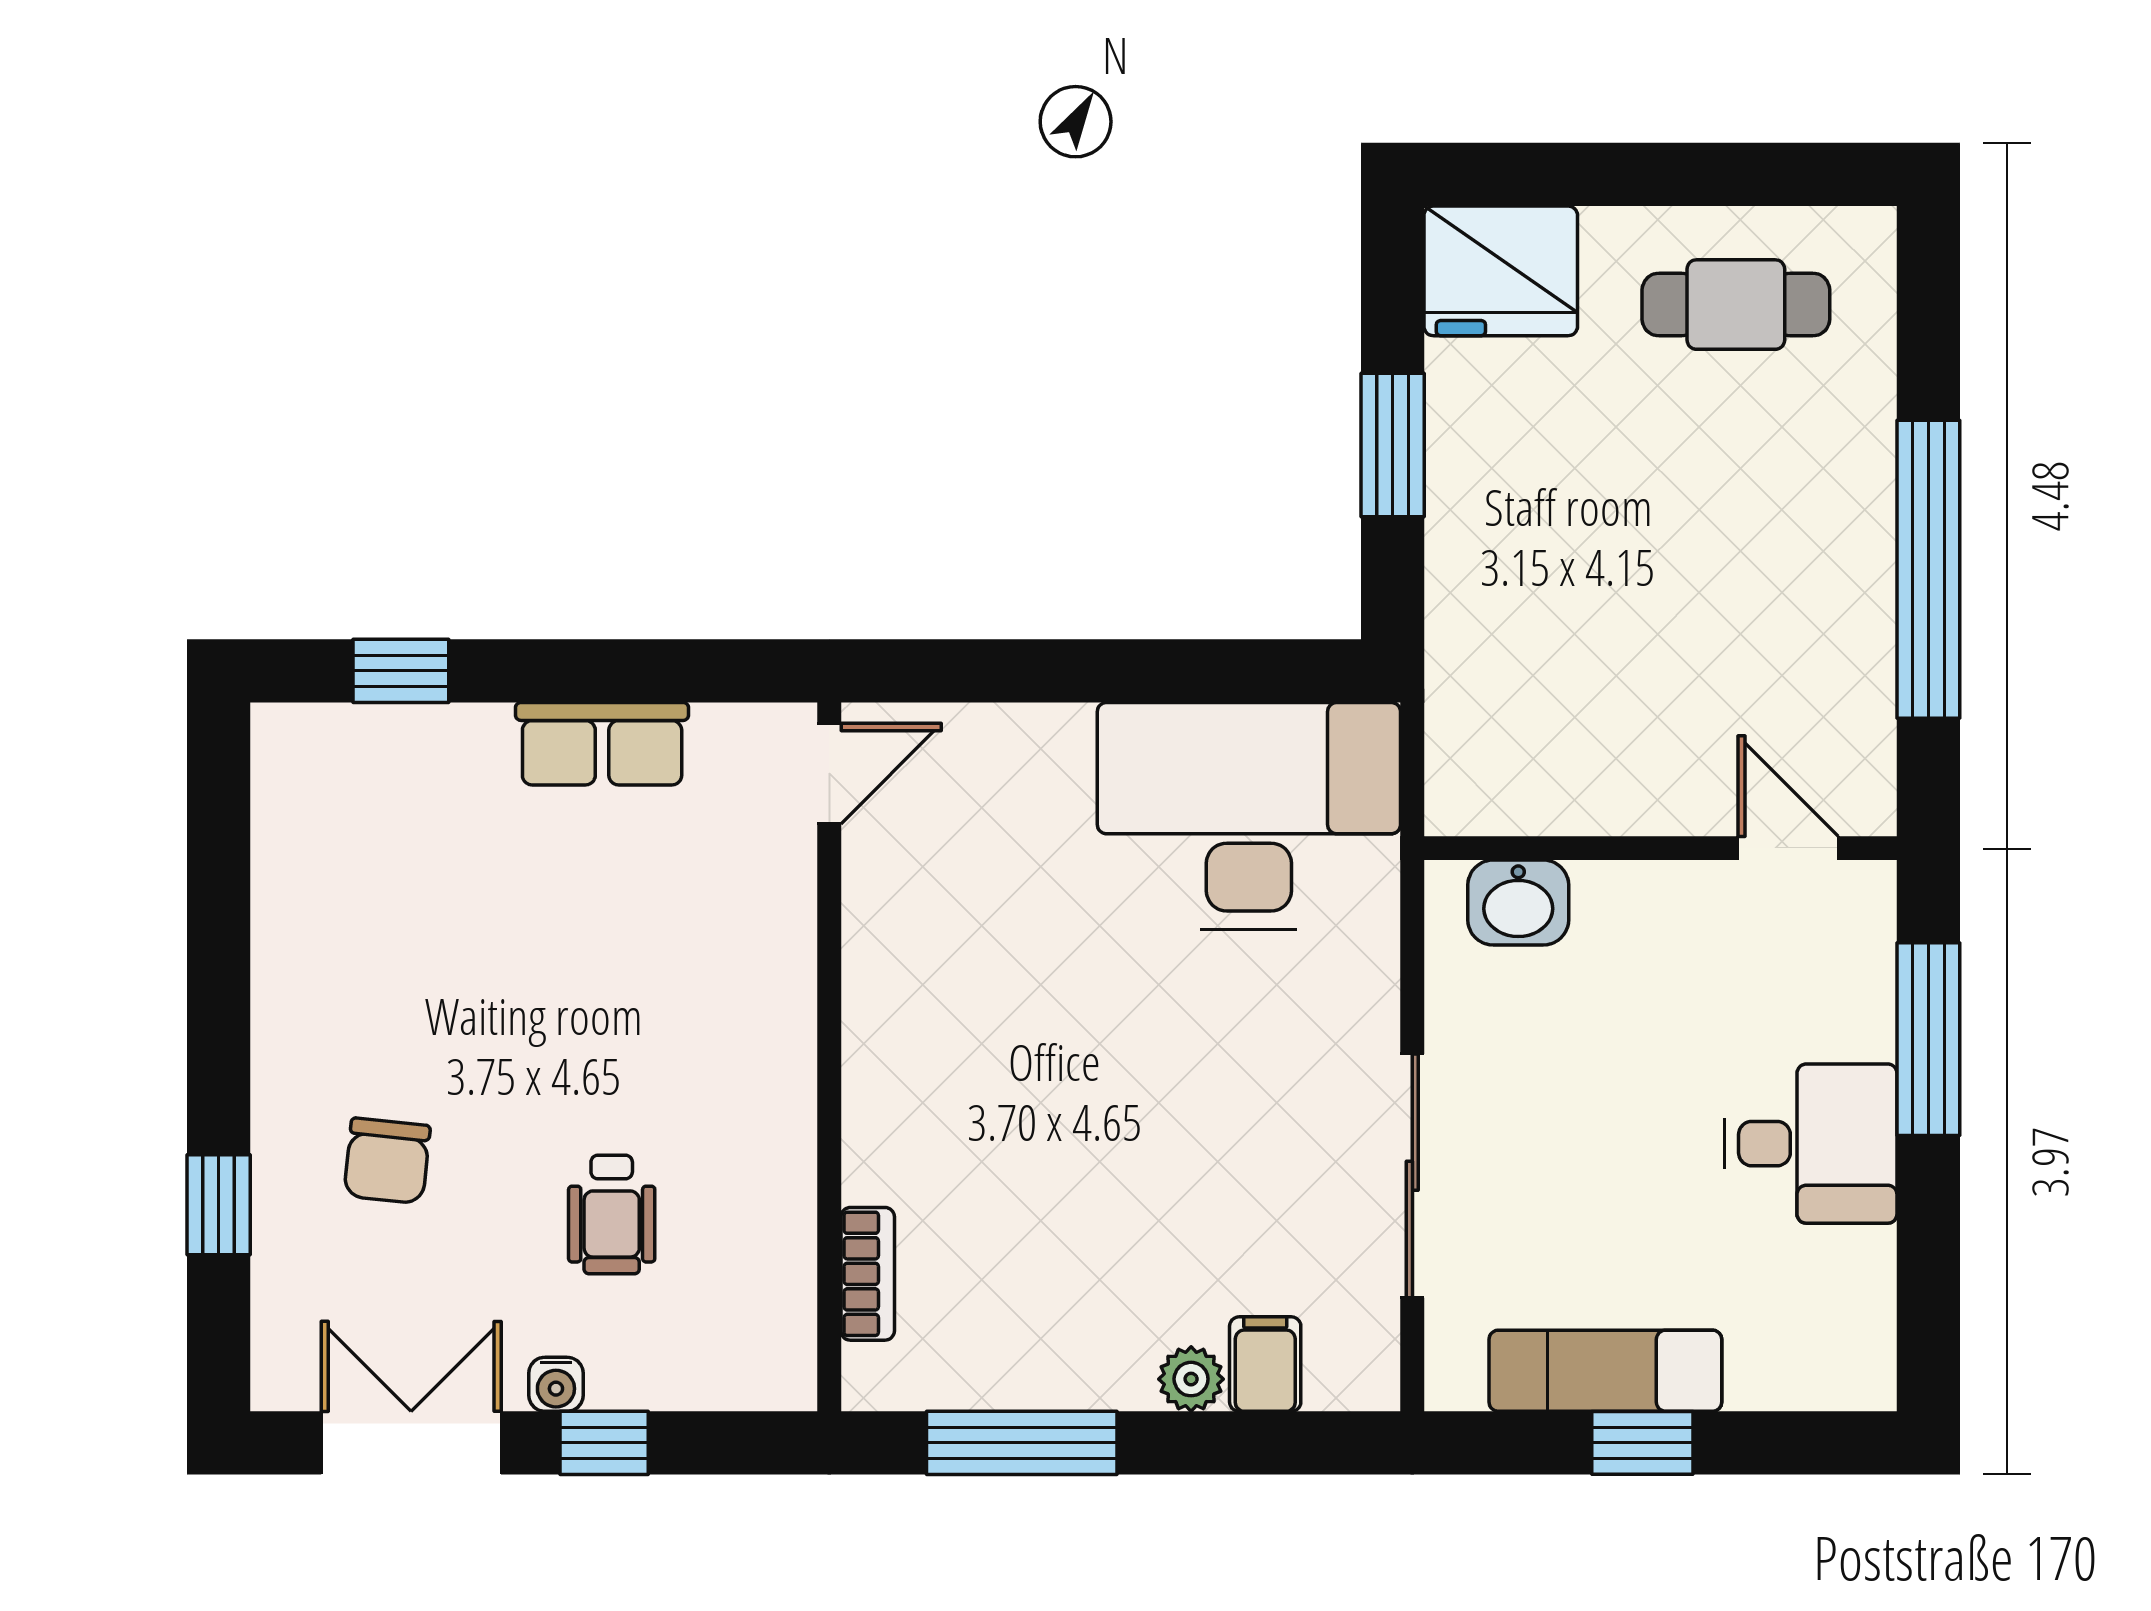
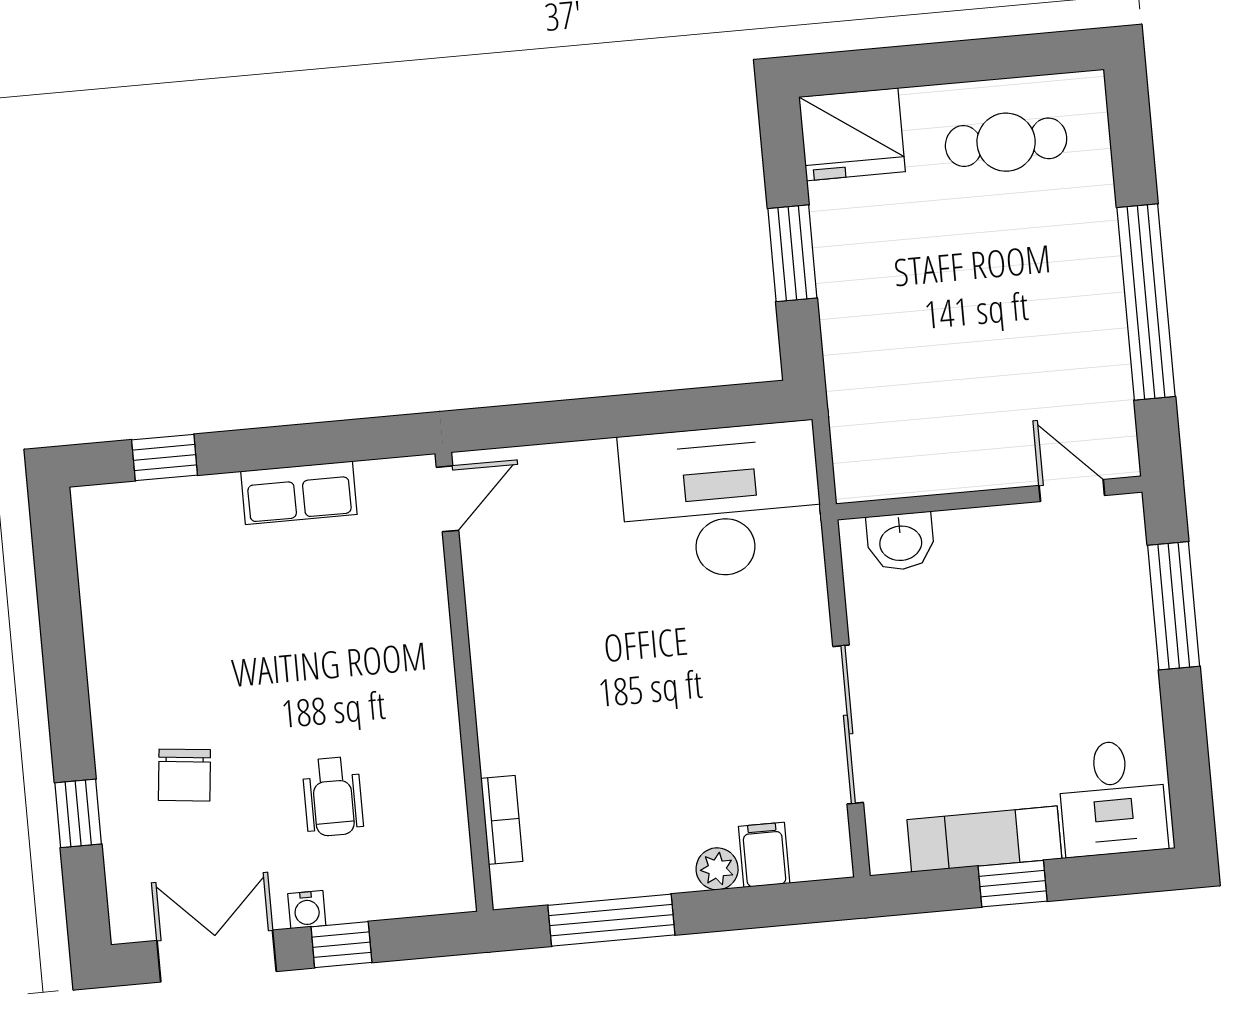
desk: (1811, 1144) -> (1112, 798), moved, turned 90

